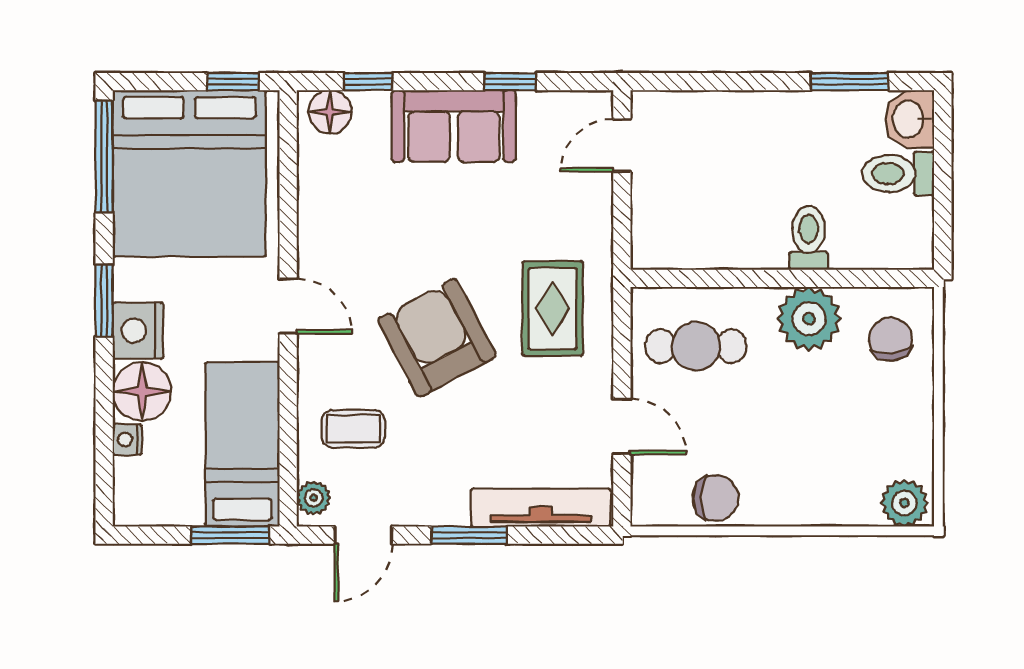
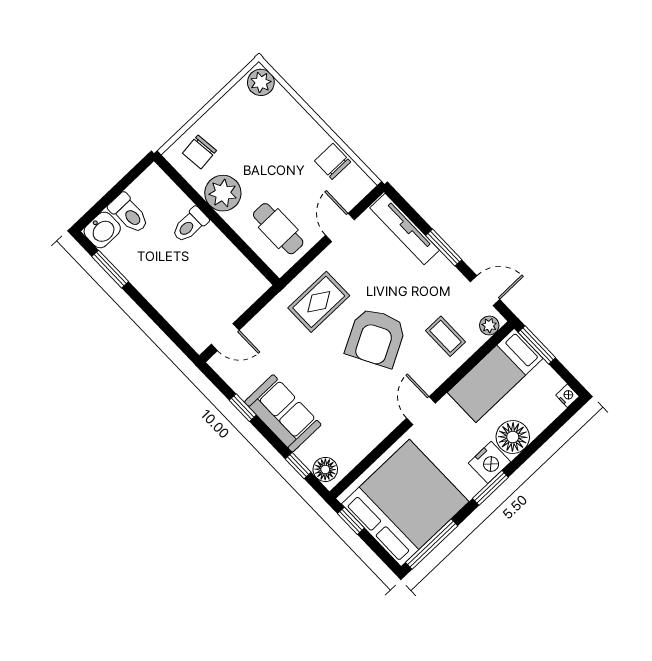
nightstand: (127, 440) -> (567, 396), moved, turned -90

